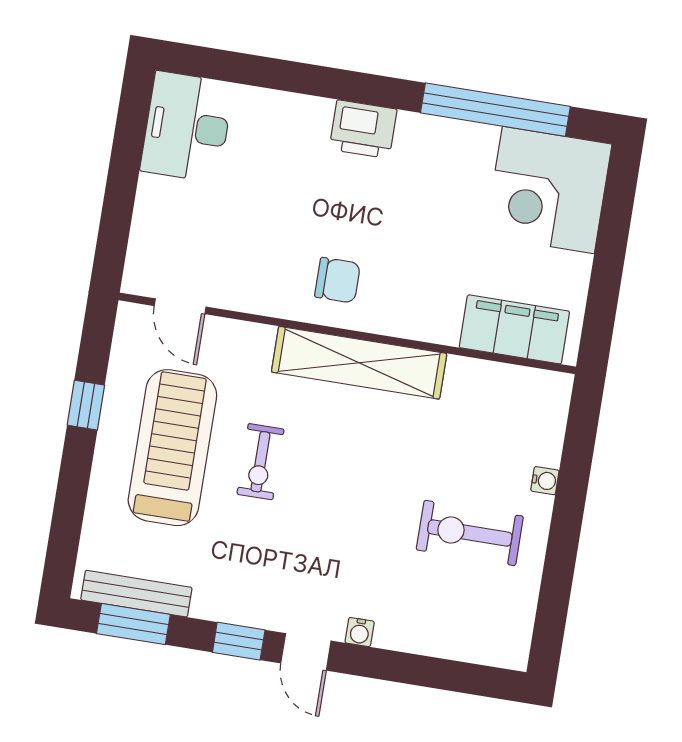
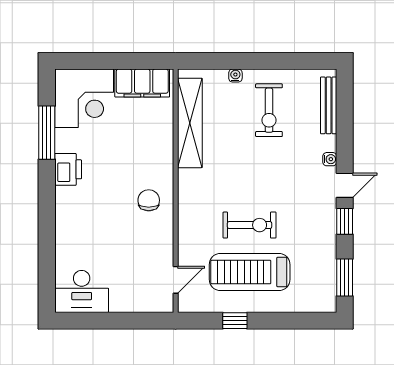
window: (495, 110) -> (47, 133), width x0.68
printer: (363, 129) -> (68, 169), moved
filing cabinet: (514, 329) -> (142, 83), moved, turned -90
shelving: (359, 363) -> (190, 123), moved
exercise bike: (260, 462) -> (250, 225), width x1.38, depth x1.39
bench: (136, 594) -> (329, 105), moved

